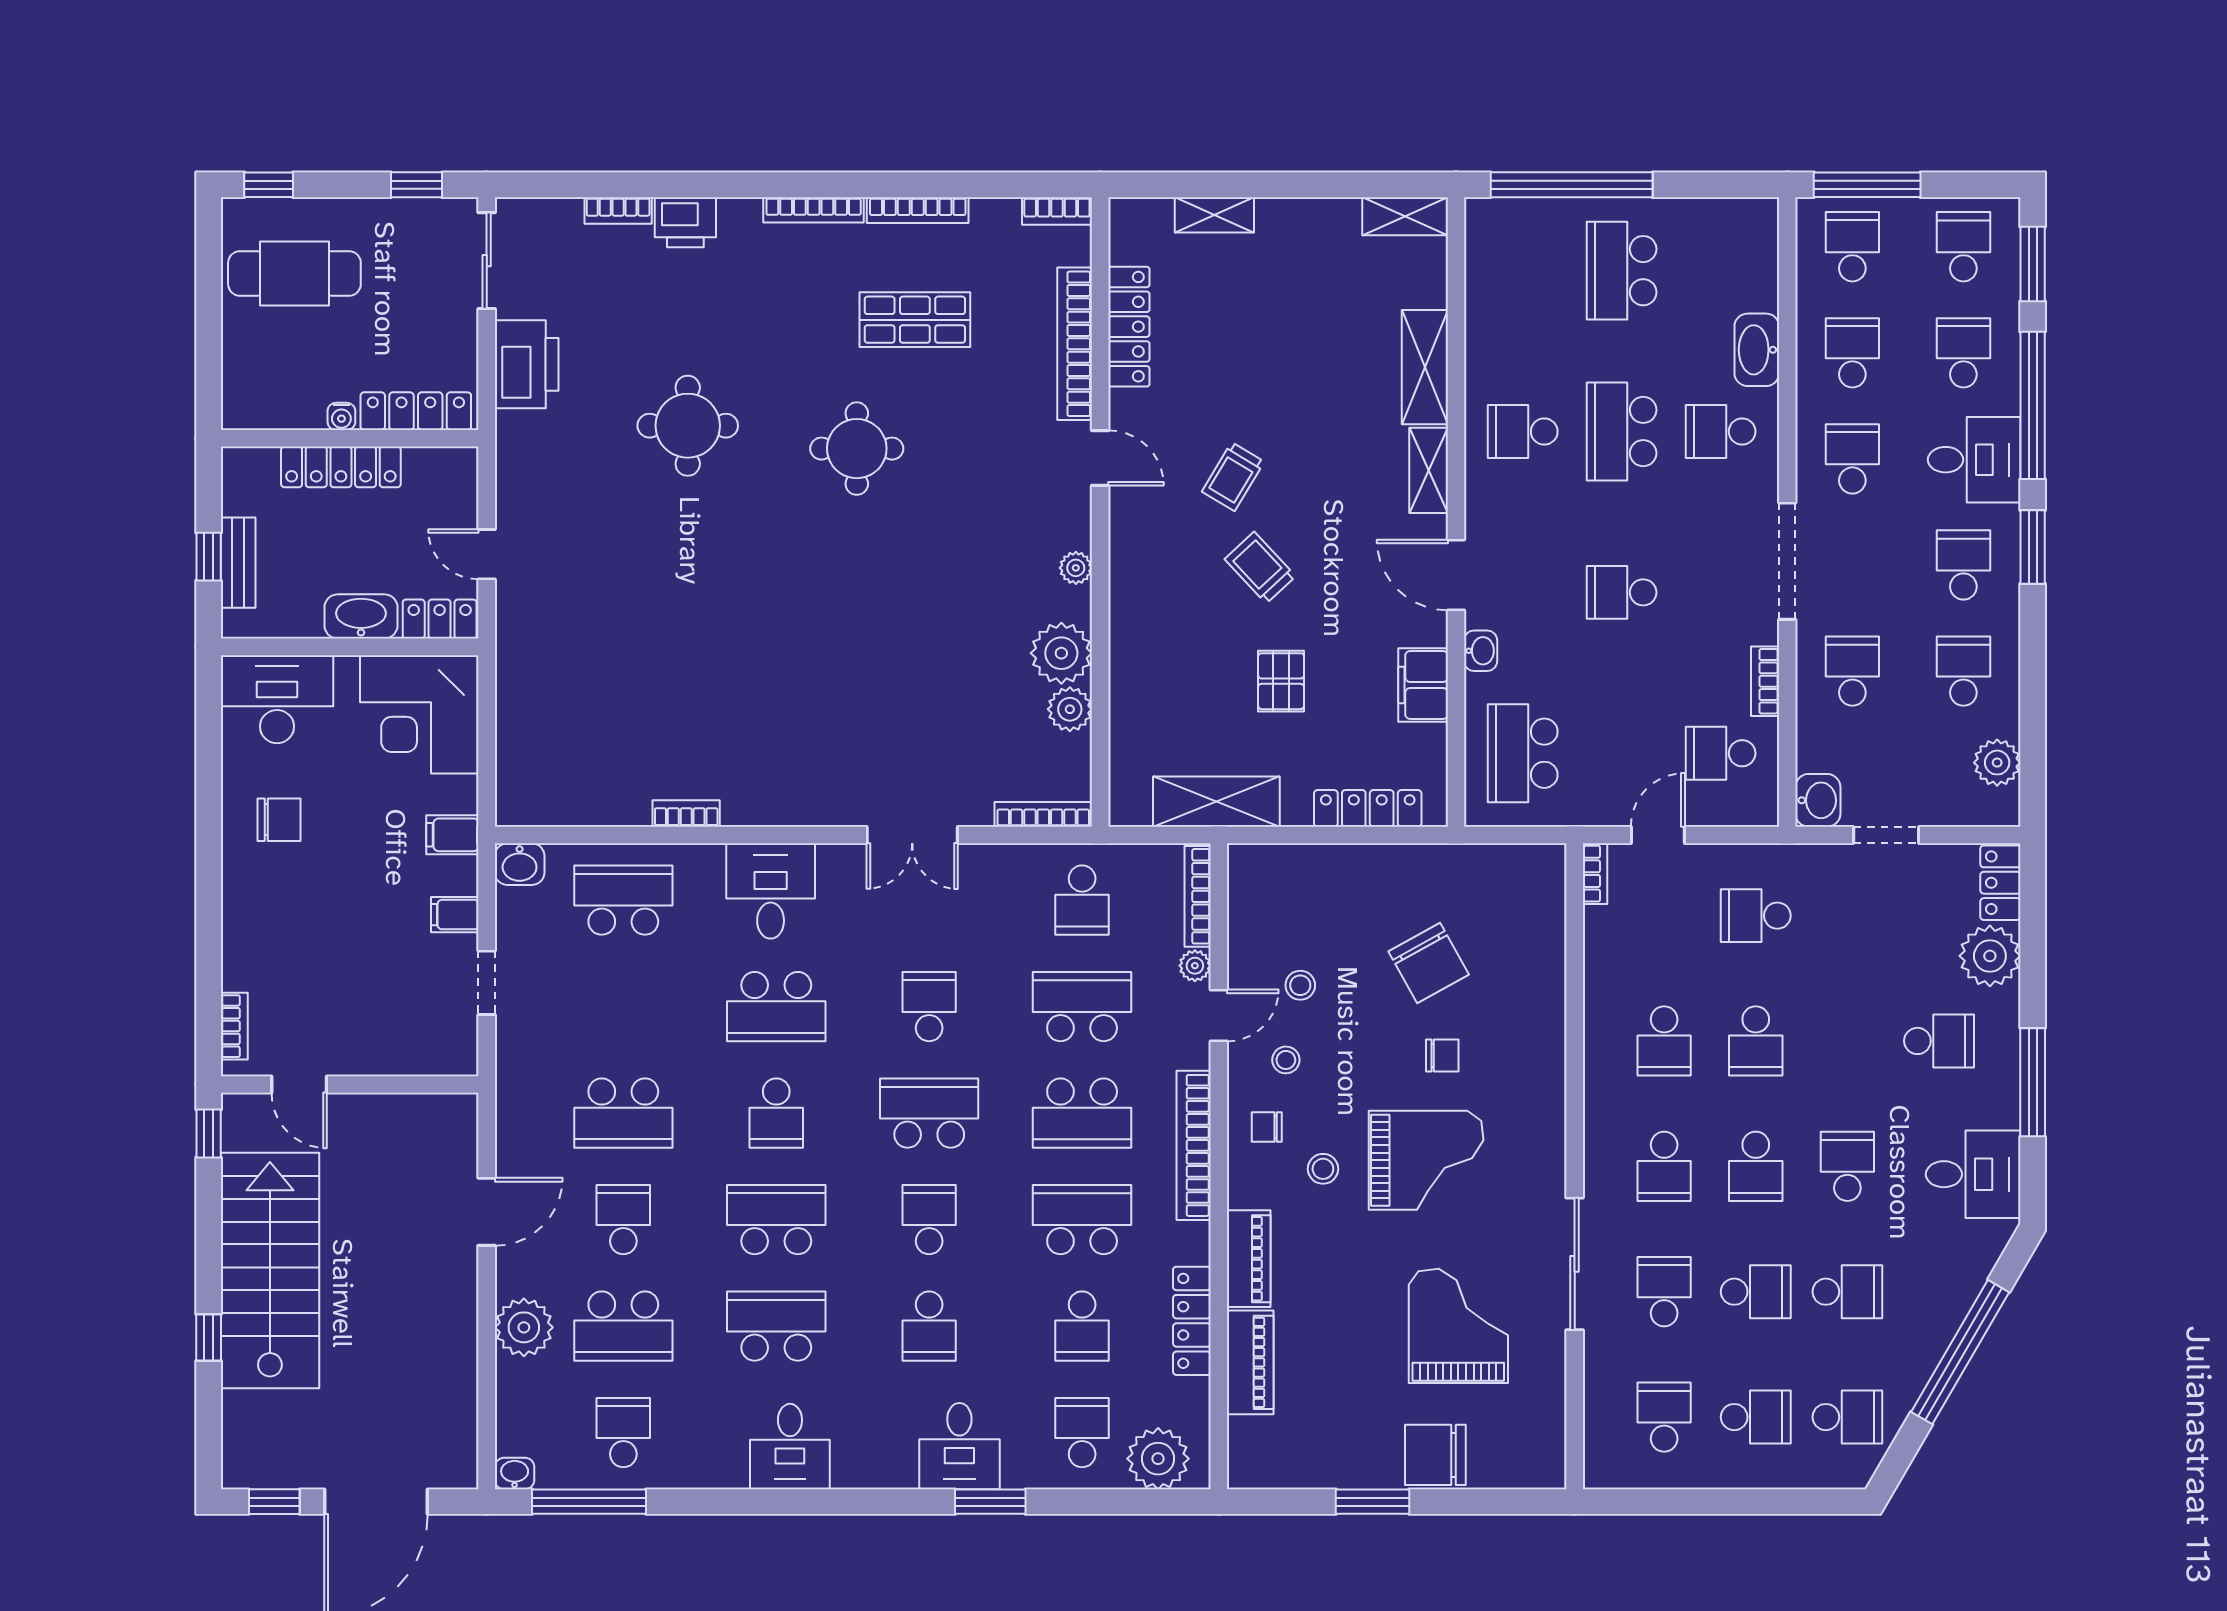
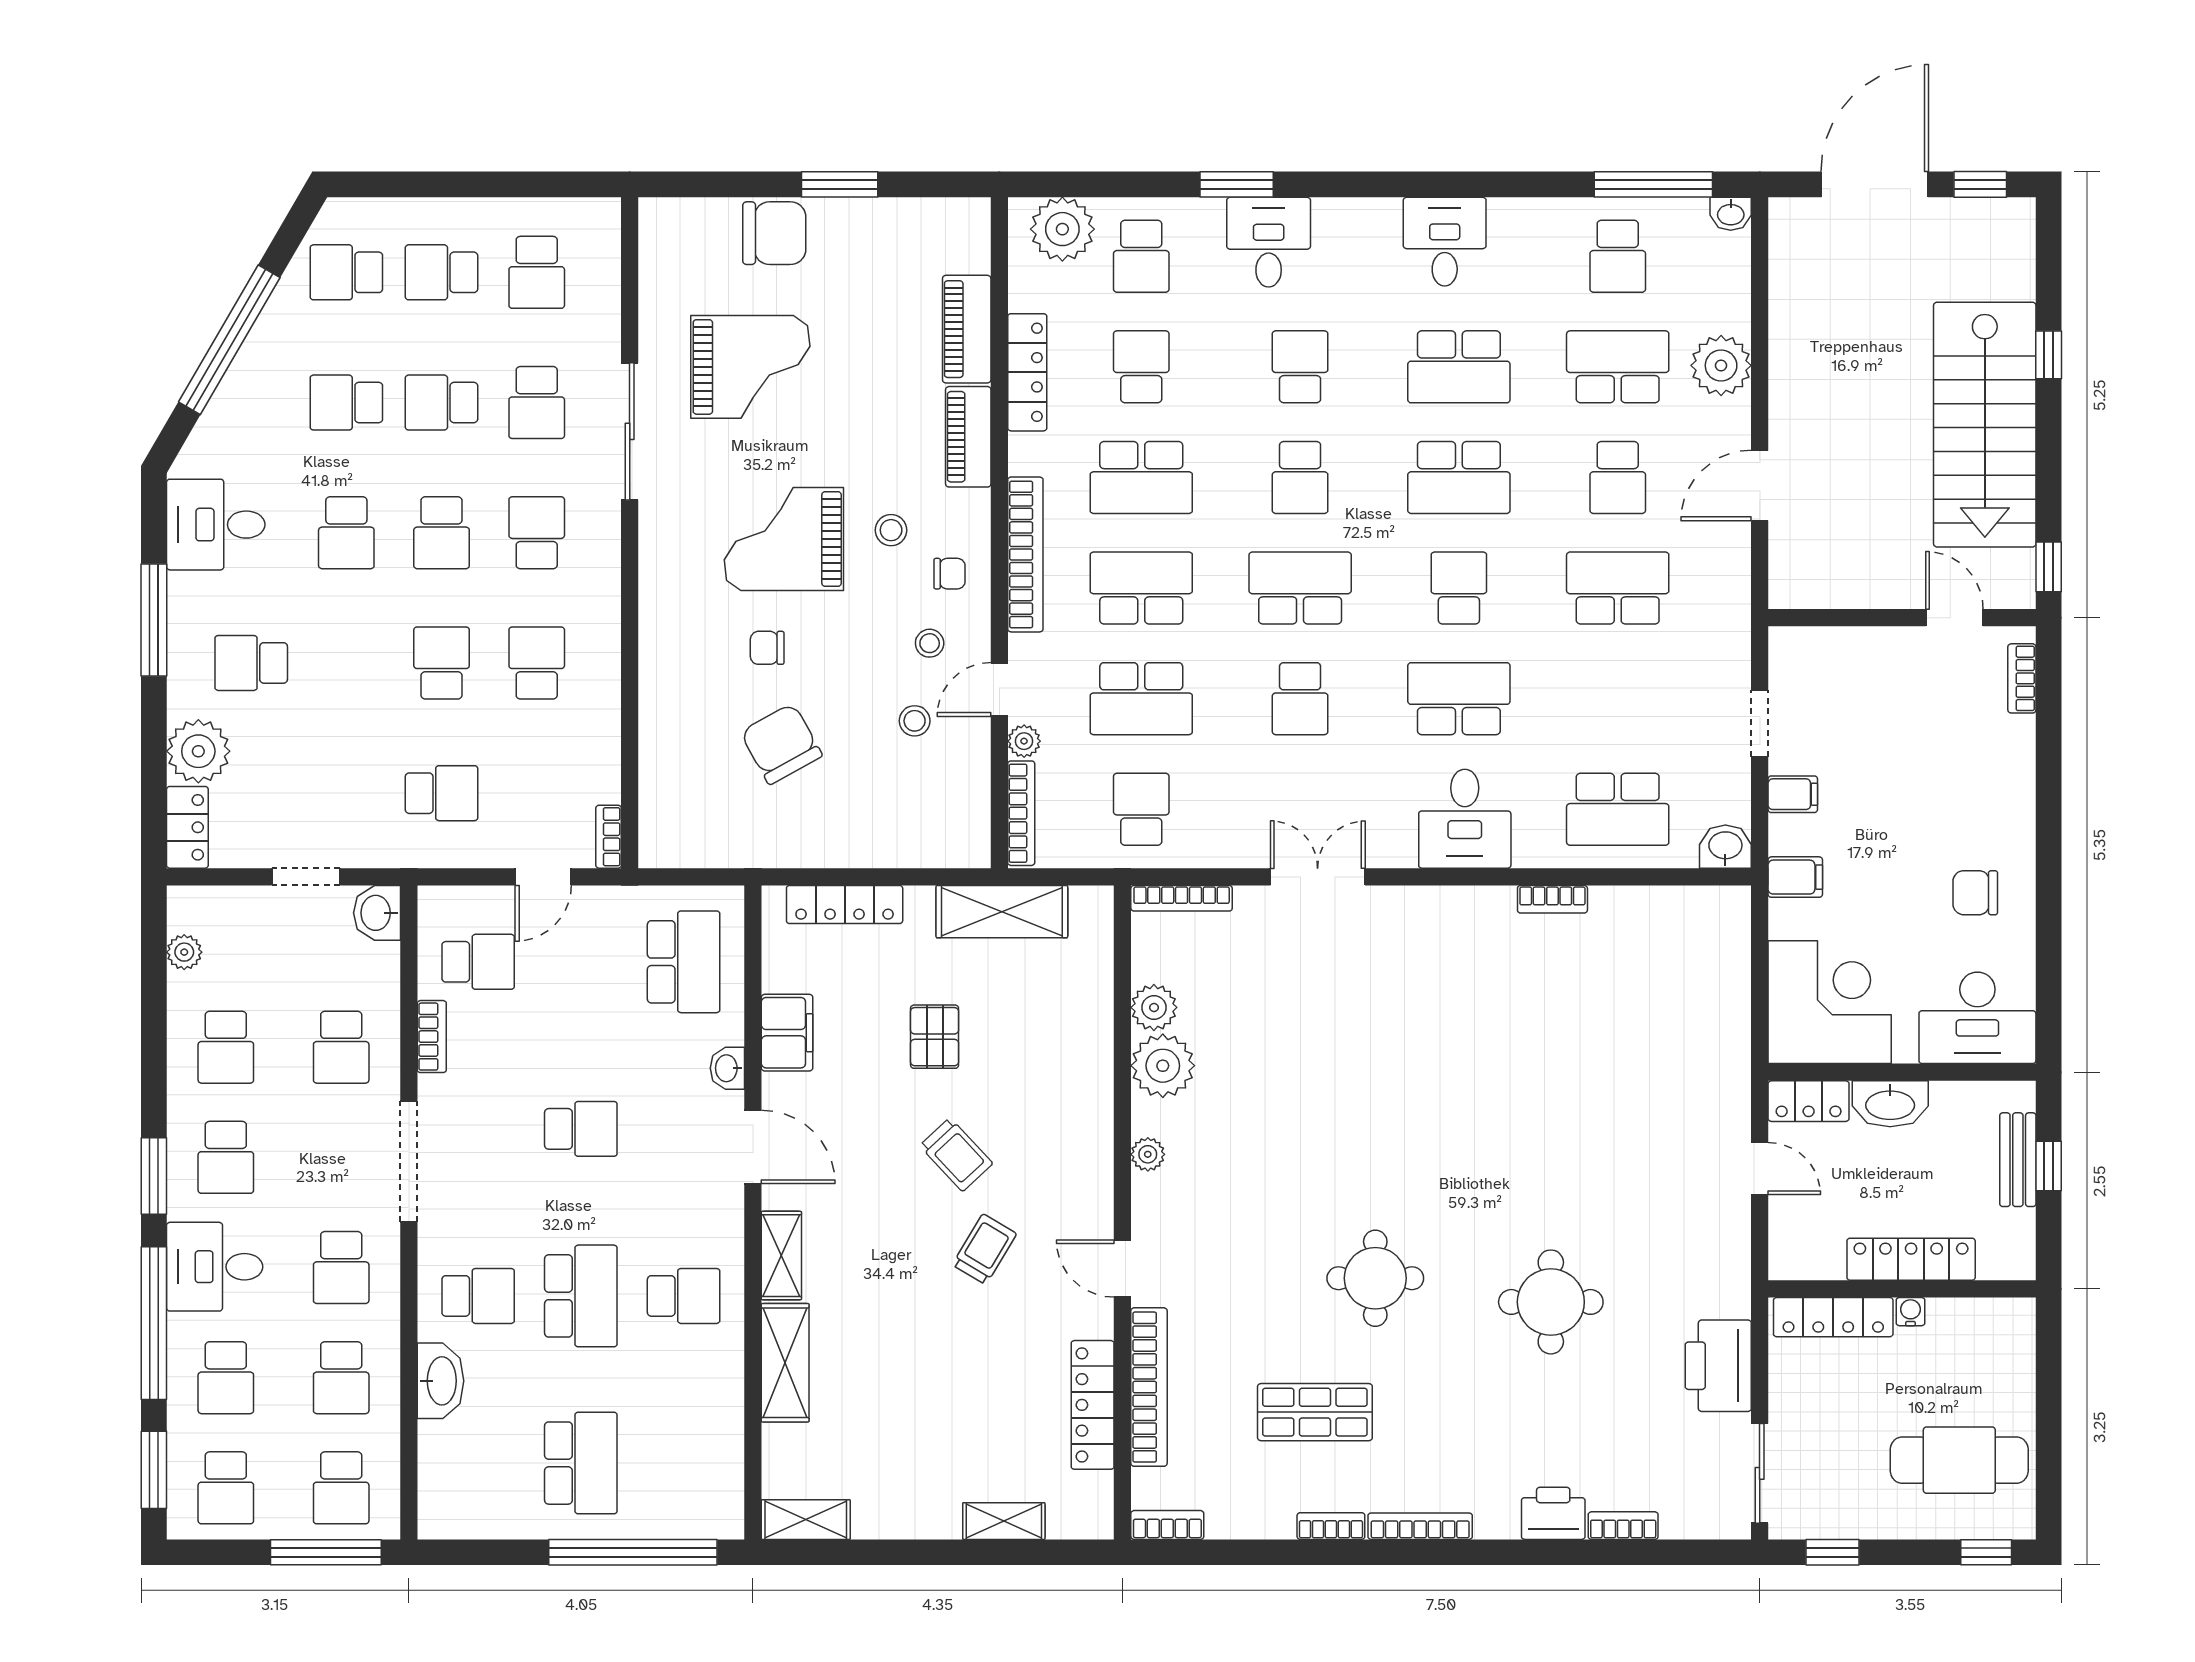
bookcase: (918, 210) -> (1331, 1526), width x0.64
plant: (1997, 763) -> (184, 952), width x0.73, depth x0.73
school desk: (929, 1113) -> (1300, 588), turned 180
school desk: (1756, 1166) -> (442, 533), turned 180
grand piano: (1458, 1326) -> (750, 367), turned -90

